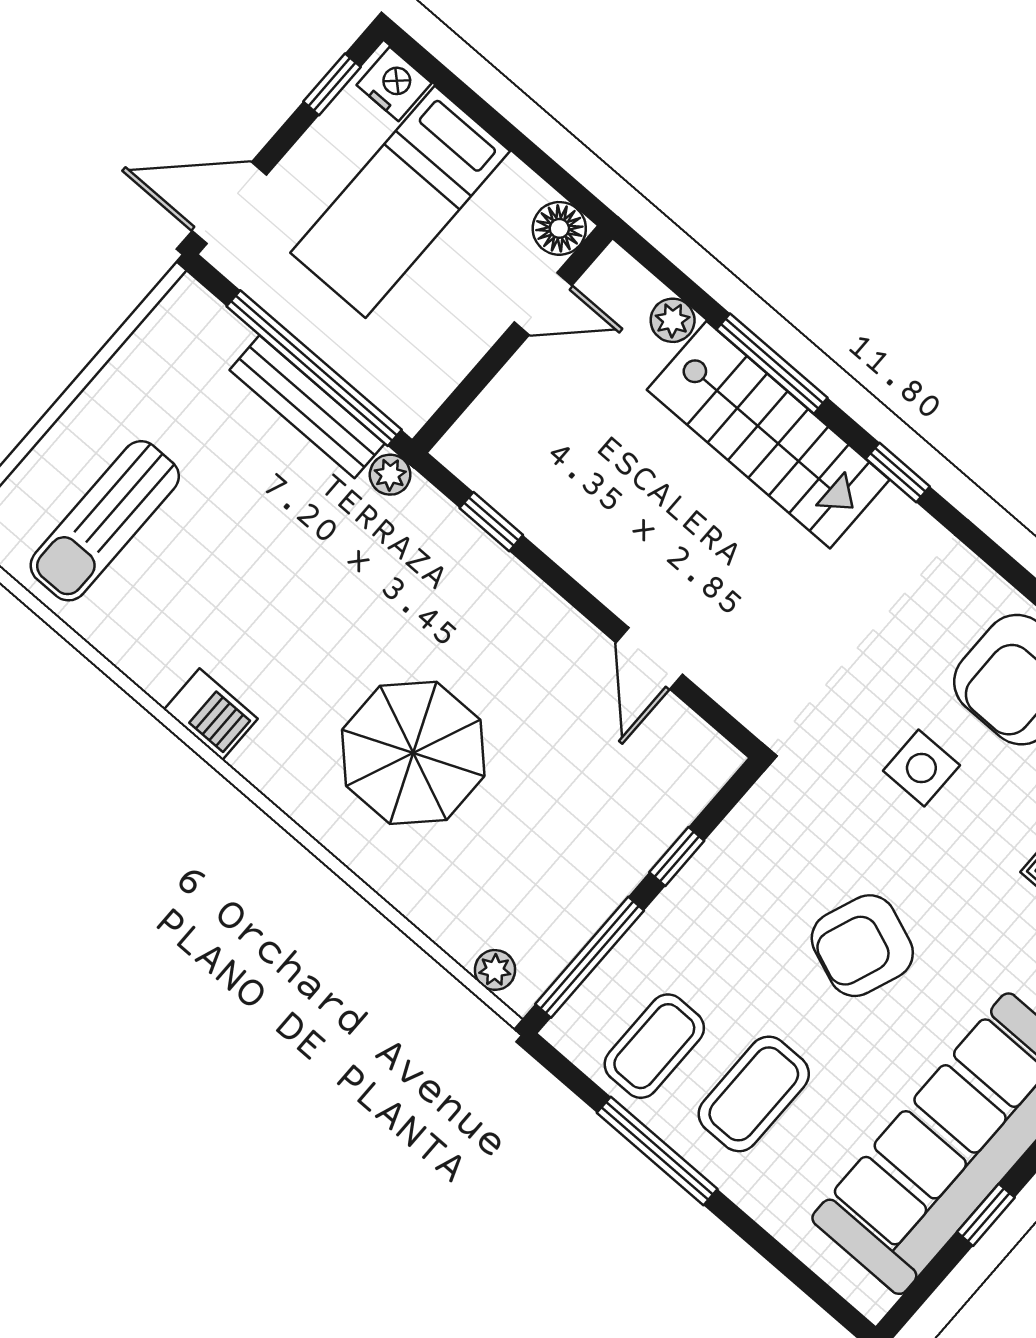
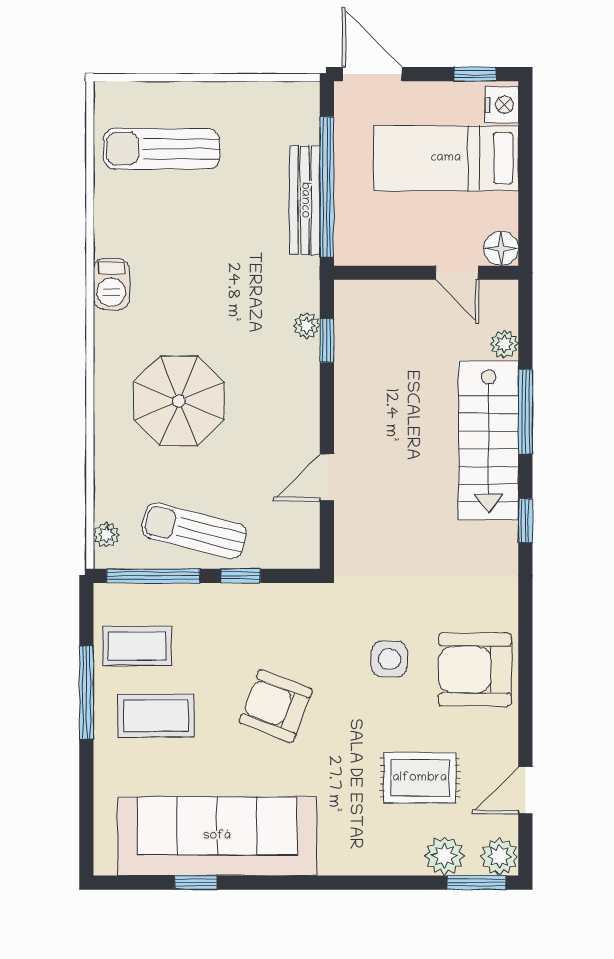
plant: (390, 475) -> (307, 326), moved
sun lounger: (578, 865) -> (194, 531), added

